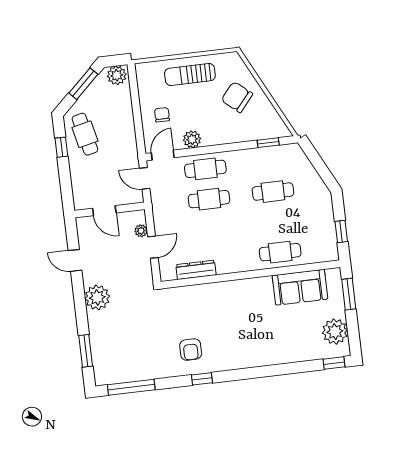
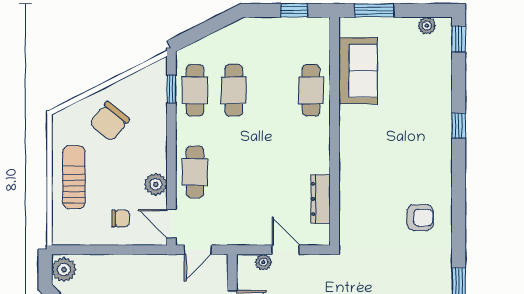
sun lounger: (190, 74) -> (74, 177), turned 180
chair: (162, 115) -> (120, 218), turned 180
cafe table: (209, 199) -> (195, 90), moved
plant: (335, 332) -> (427, 26), width x0.53, depth x0.53
window: (202, 379) -> (459, 126), moved

